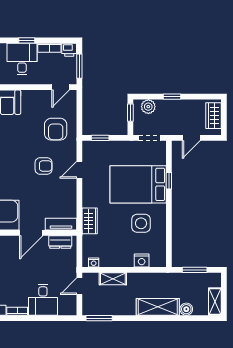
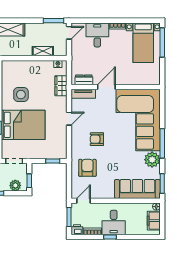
door: (79, 170) -> (69, 119), moved
wardrobe: (90, 221) -> (61, 86), moved
nightstand: (142, 261) -> (20, 65), removed
door: (79, 286) -> (69, 33), moved

